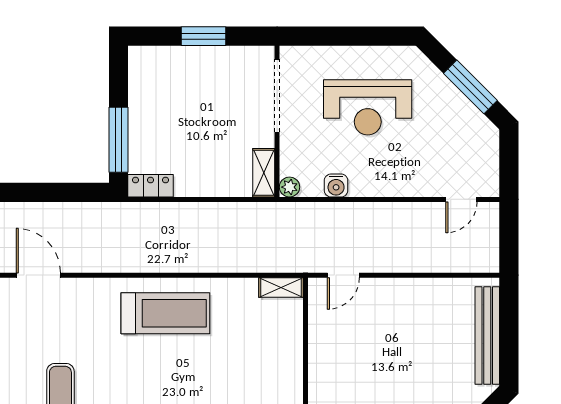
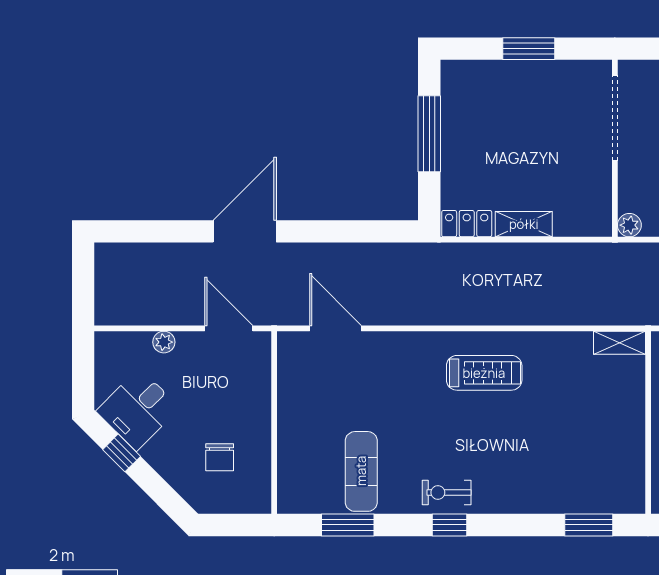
window: (119, 140) -> (429, 134), moved
shelving: (264, 173) -> (524, 224), moved, turned 90
treadmill: (165, 313) -> (484, 373), width x0.73, depth x0.73

